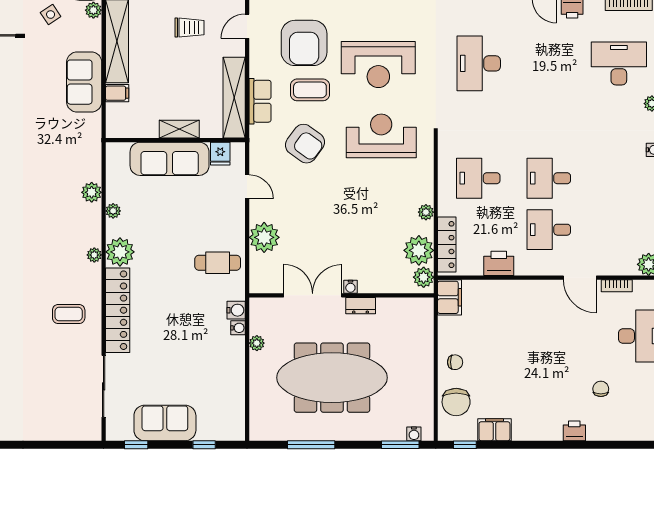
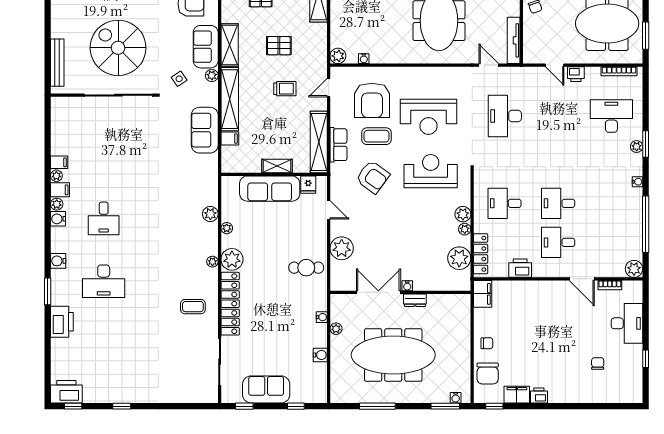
plant: (424, 277) -> (463, 214), moved
water cooler: (236, 310) -> (320, 355), moved
printer: (574, 431) -> (539, 395), moved

